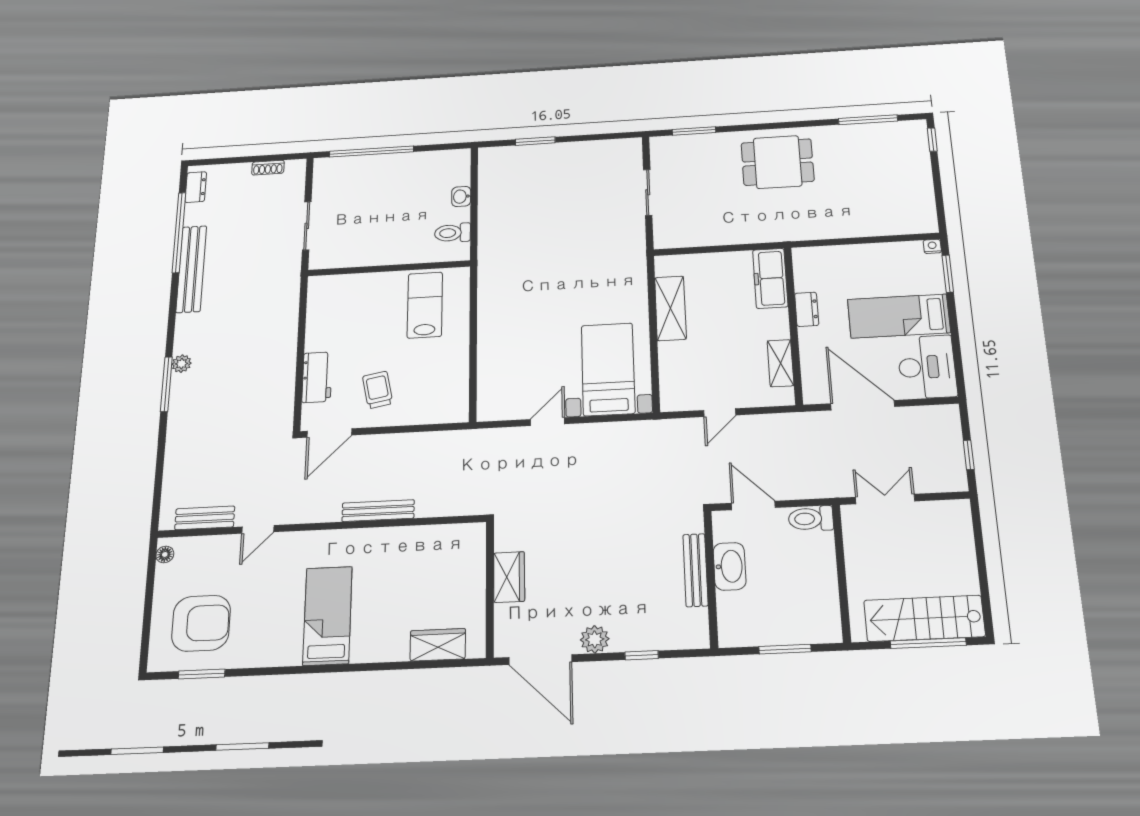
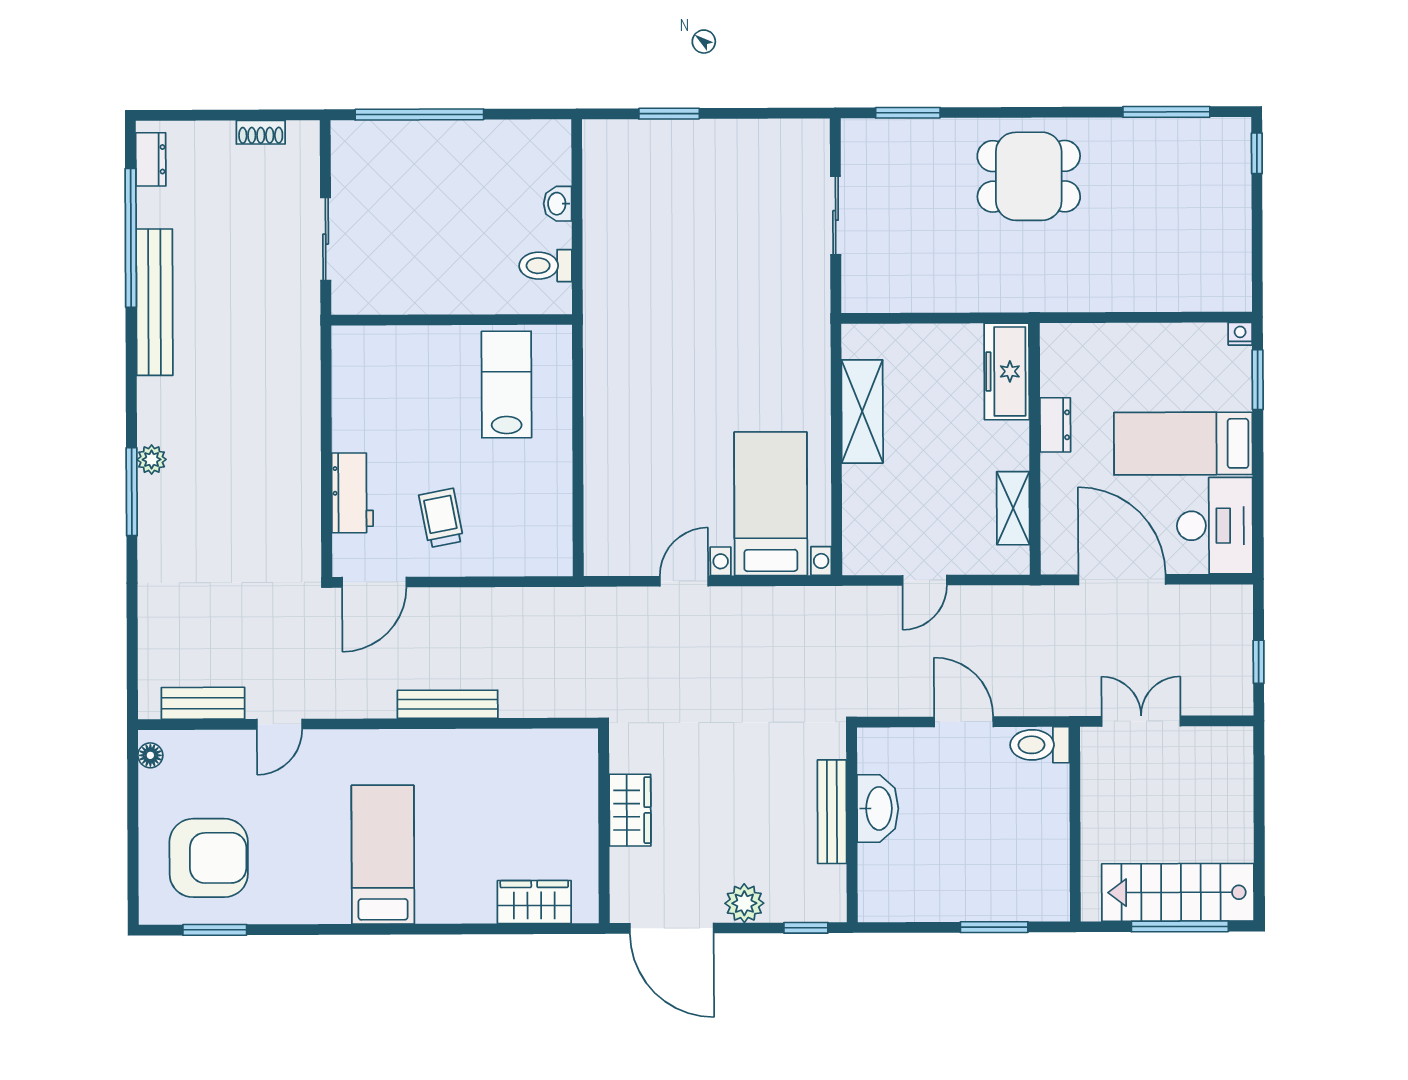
washbasin: (730, 566) -> (878, 808), moved
bench: (695, 570) -> (832, 812), moved
wall: (711, 579) -> (852, 825), moved

